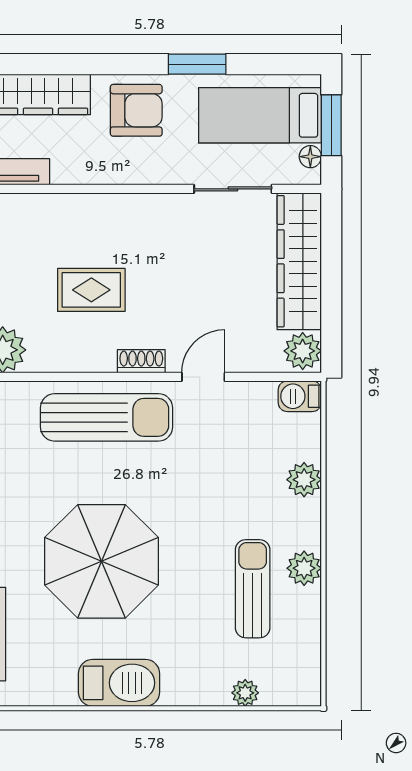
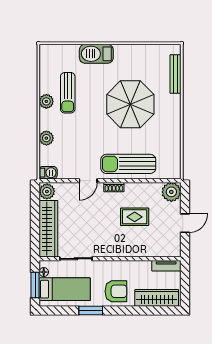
armchair: (136, 110) -> (116, 291), turned 180
barbecue: (119, 683) -> (96, 54), moved
plant: (245, 693) -> (71, 50), removed

